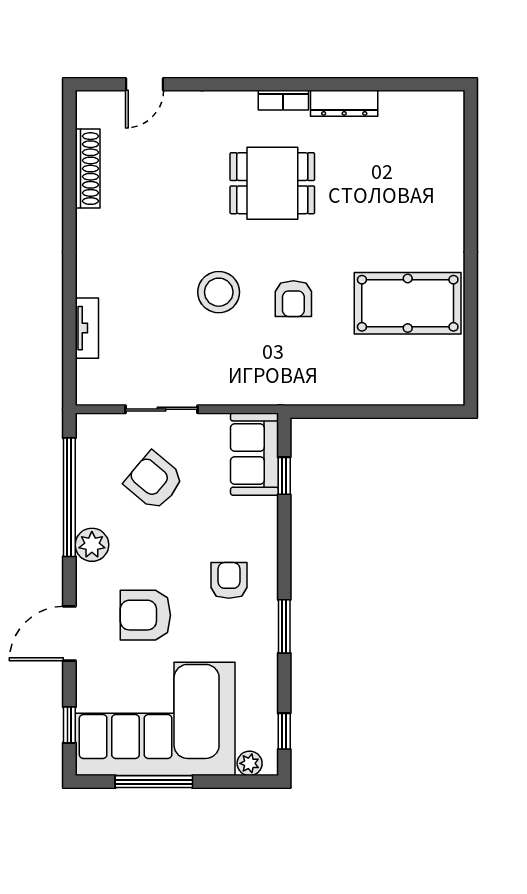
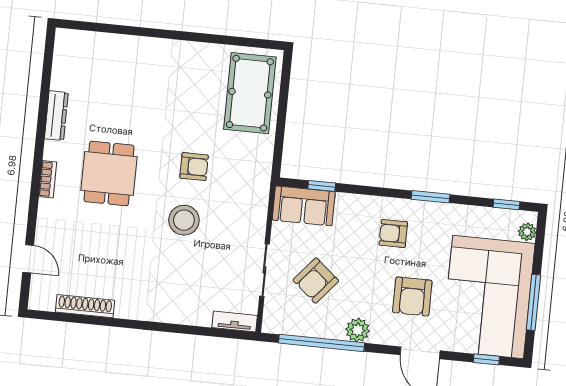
bookcase: (283, 100) -> (48, 179), moved
pool table: (408, 303) -> (250, 93), moved
tv unit: (87, 328) -> (235, 322), moved

